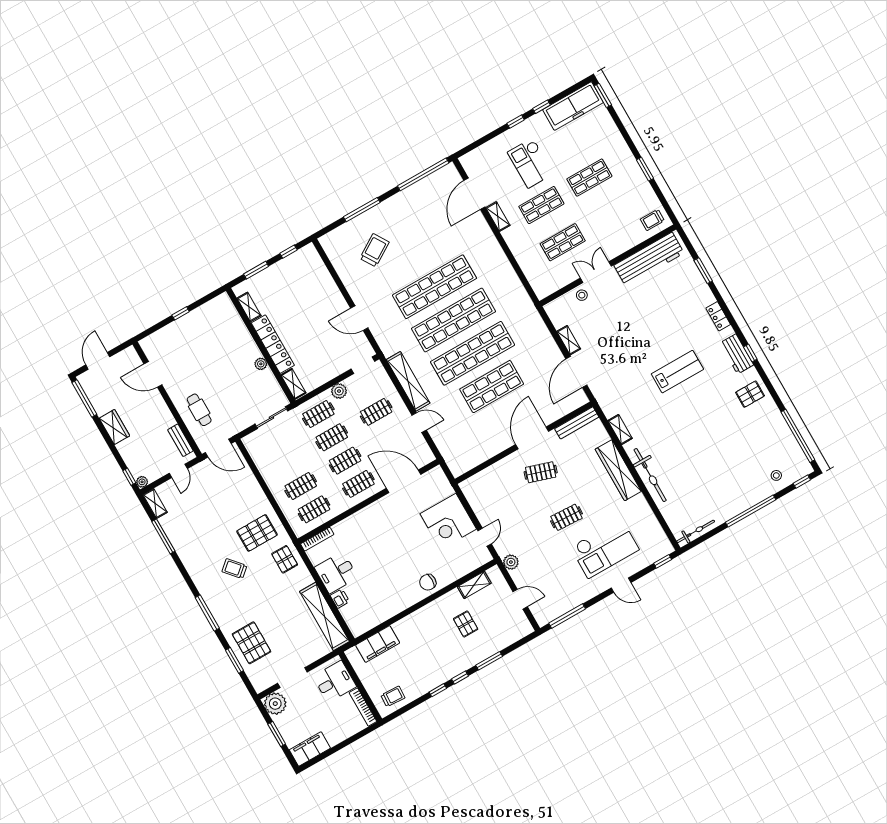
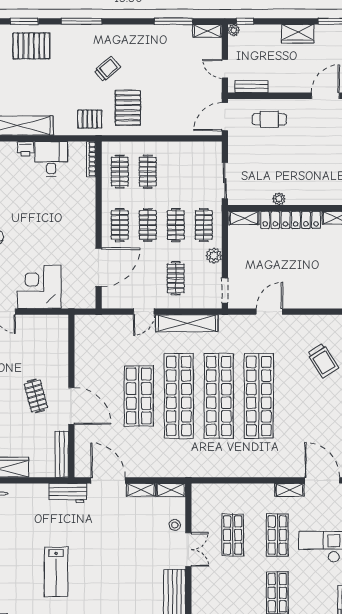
workbench: (606, 399) -> (68, 493), added
shelving: (620, 430) -> (171, 490), moved
clothes rail: (541, 472) -> (36, 396), turned -33

